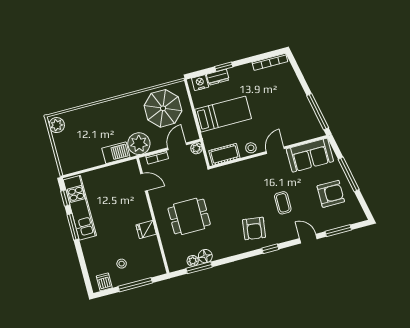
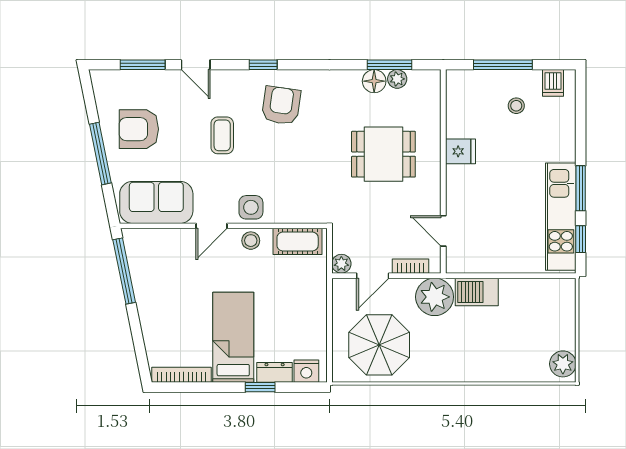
bed: (223, 114) -> (233, 337), moved, turned 90
side table: (256, 167) -> (251, 207), added

